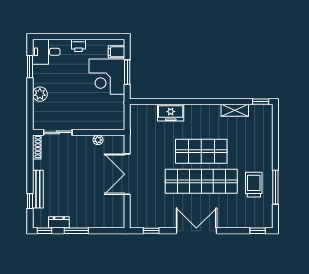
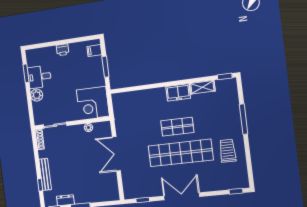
desk: (46, 52) -> (40, 77), moved
corner desk: (107, 77) -> (93, 103), moved
freezer: (171, 113) -> (178, 92), moved
shop shelf: (201, 151) -> (177, 127), width x0.70, depth x0.74
window: (275, 187) -> (244, 119), moved

